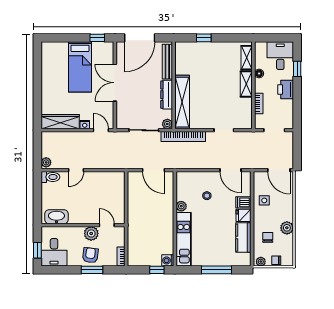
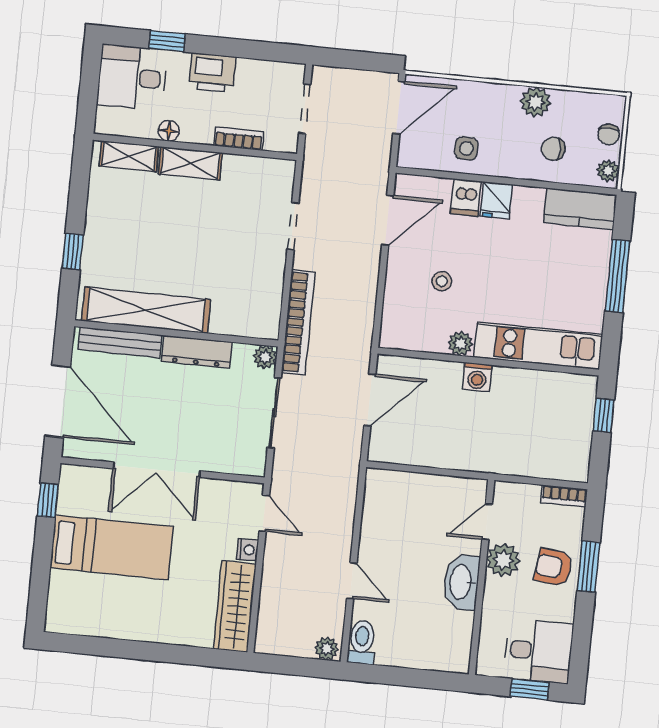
shelving: (182, 102) -> (146, 310), moved
door: (101, 130) -> (264, 513), swing flipped
washbasin: (56, 217) -> (461, 582), moved
kitchen counter: (243, 238) -> (580, 209), moved
washing machine: (168, 260) -> (477, 377), moved

